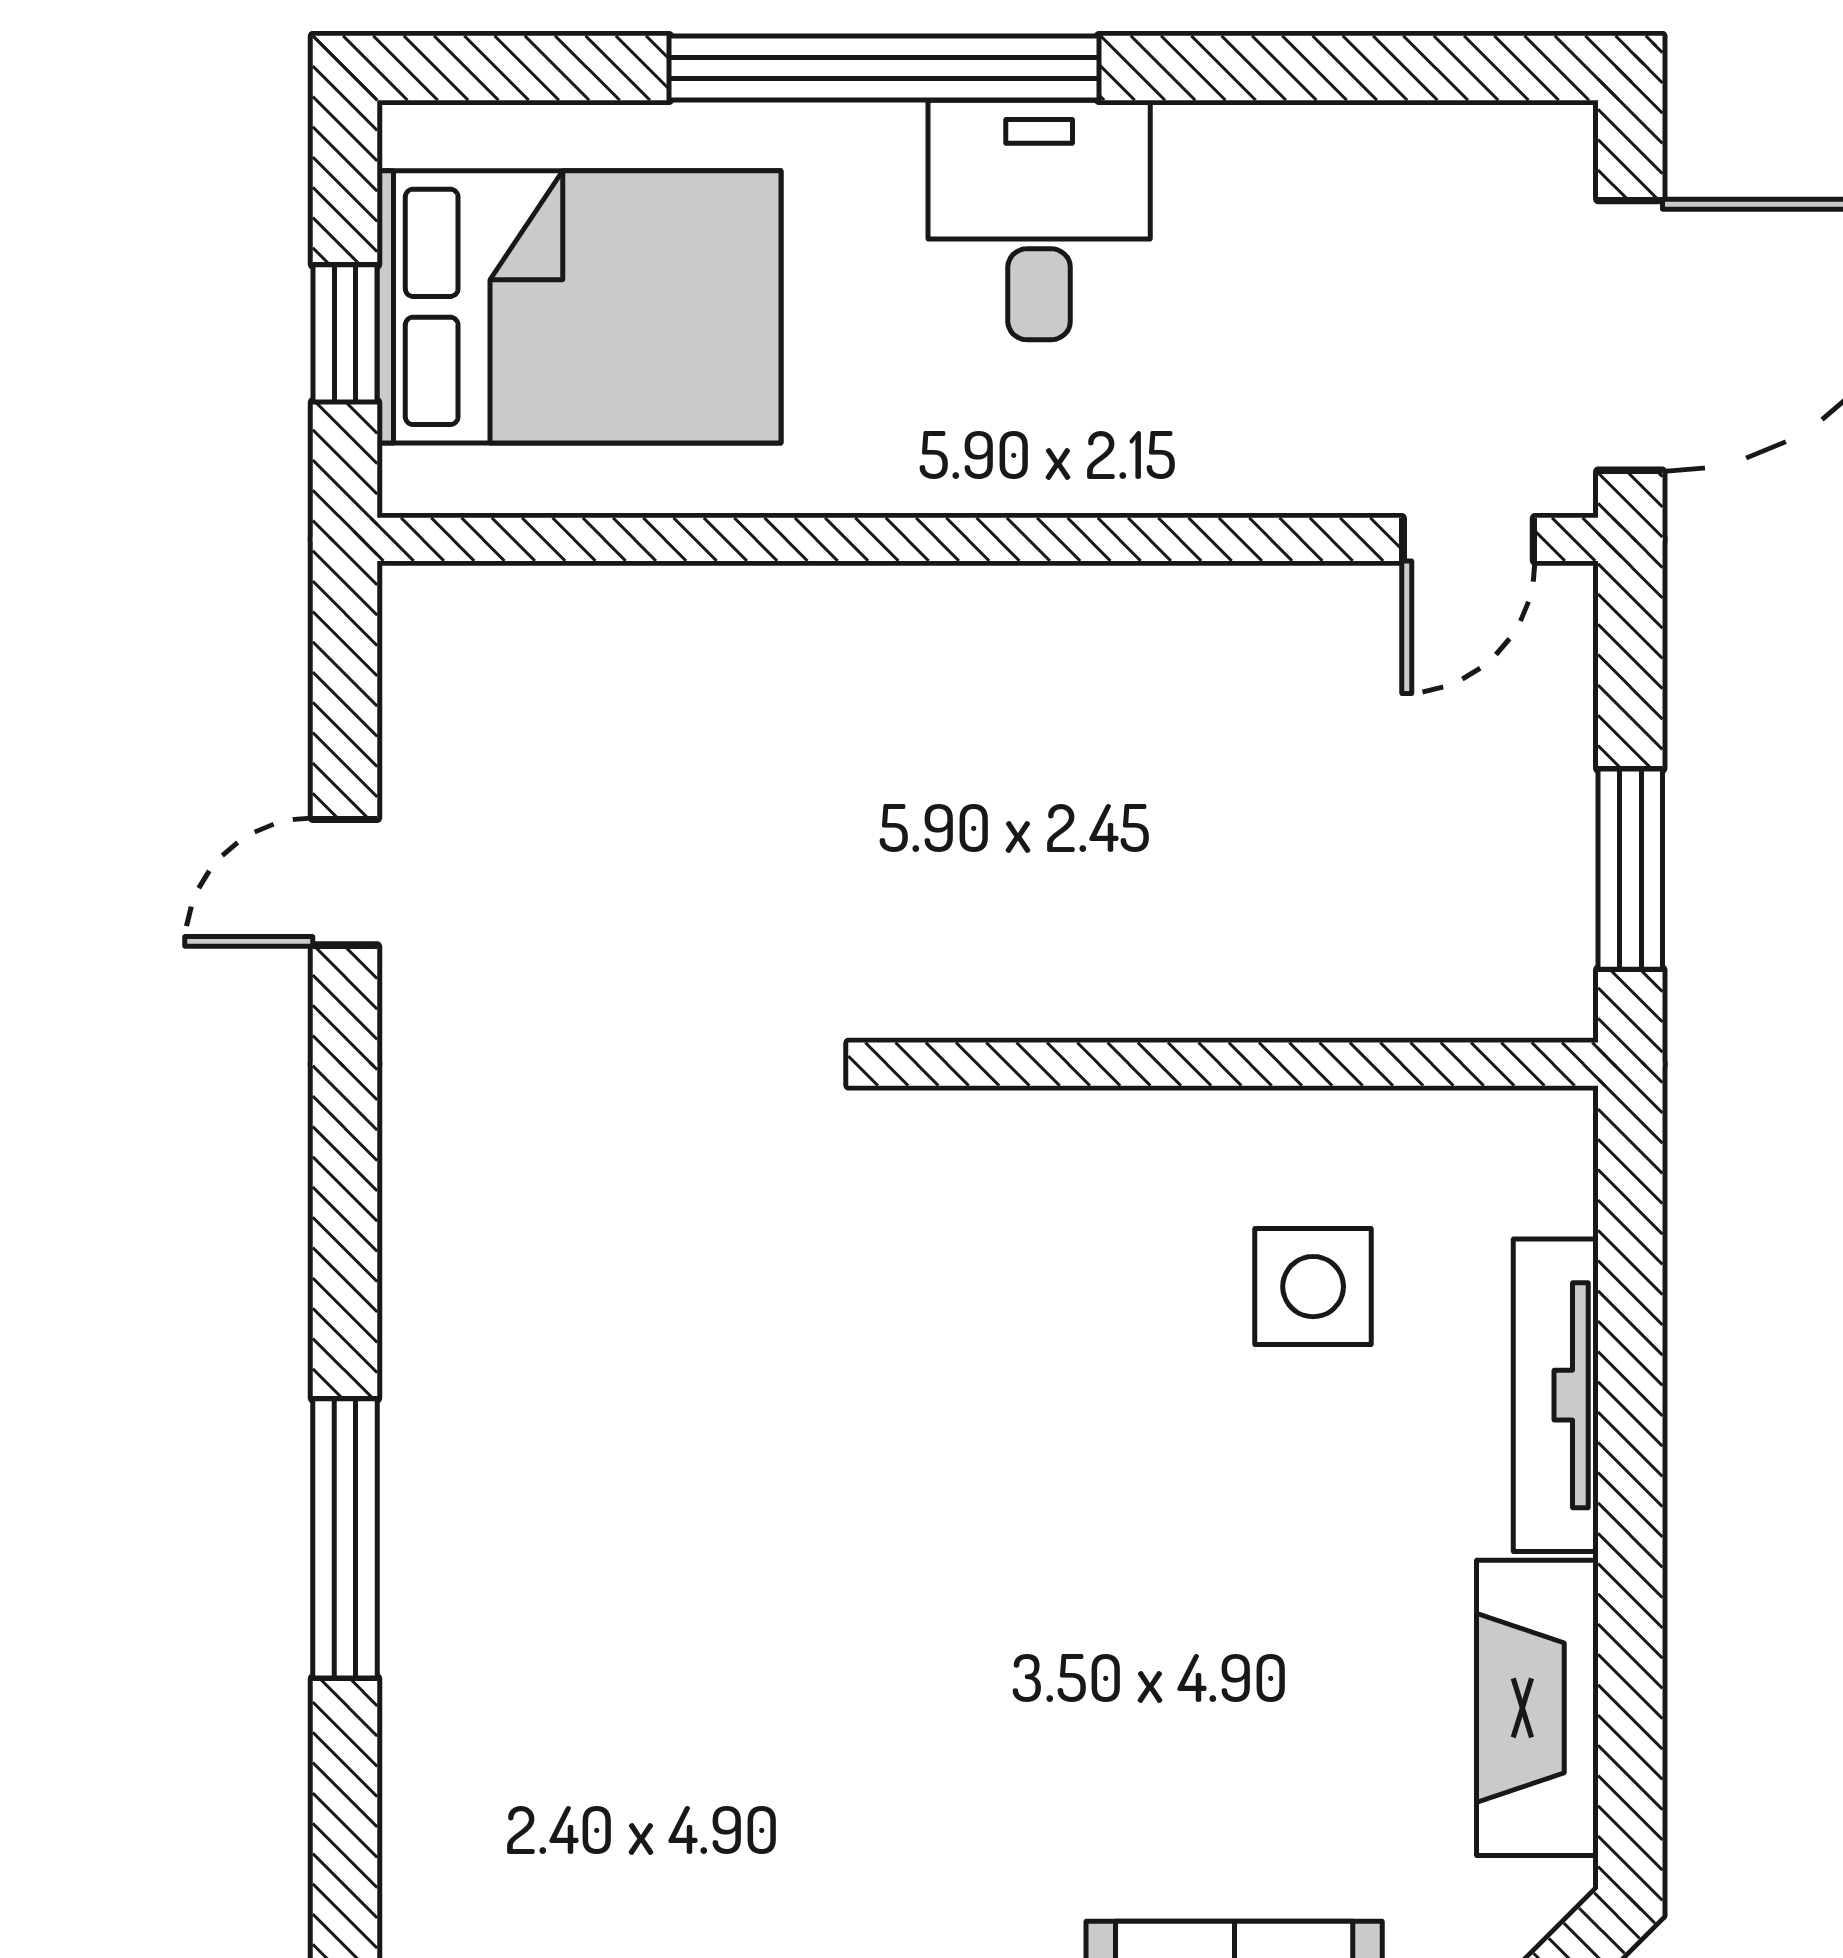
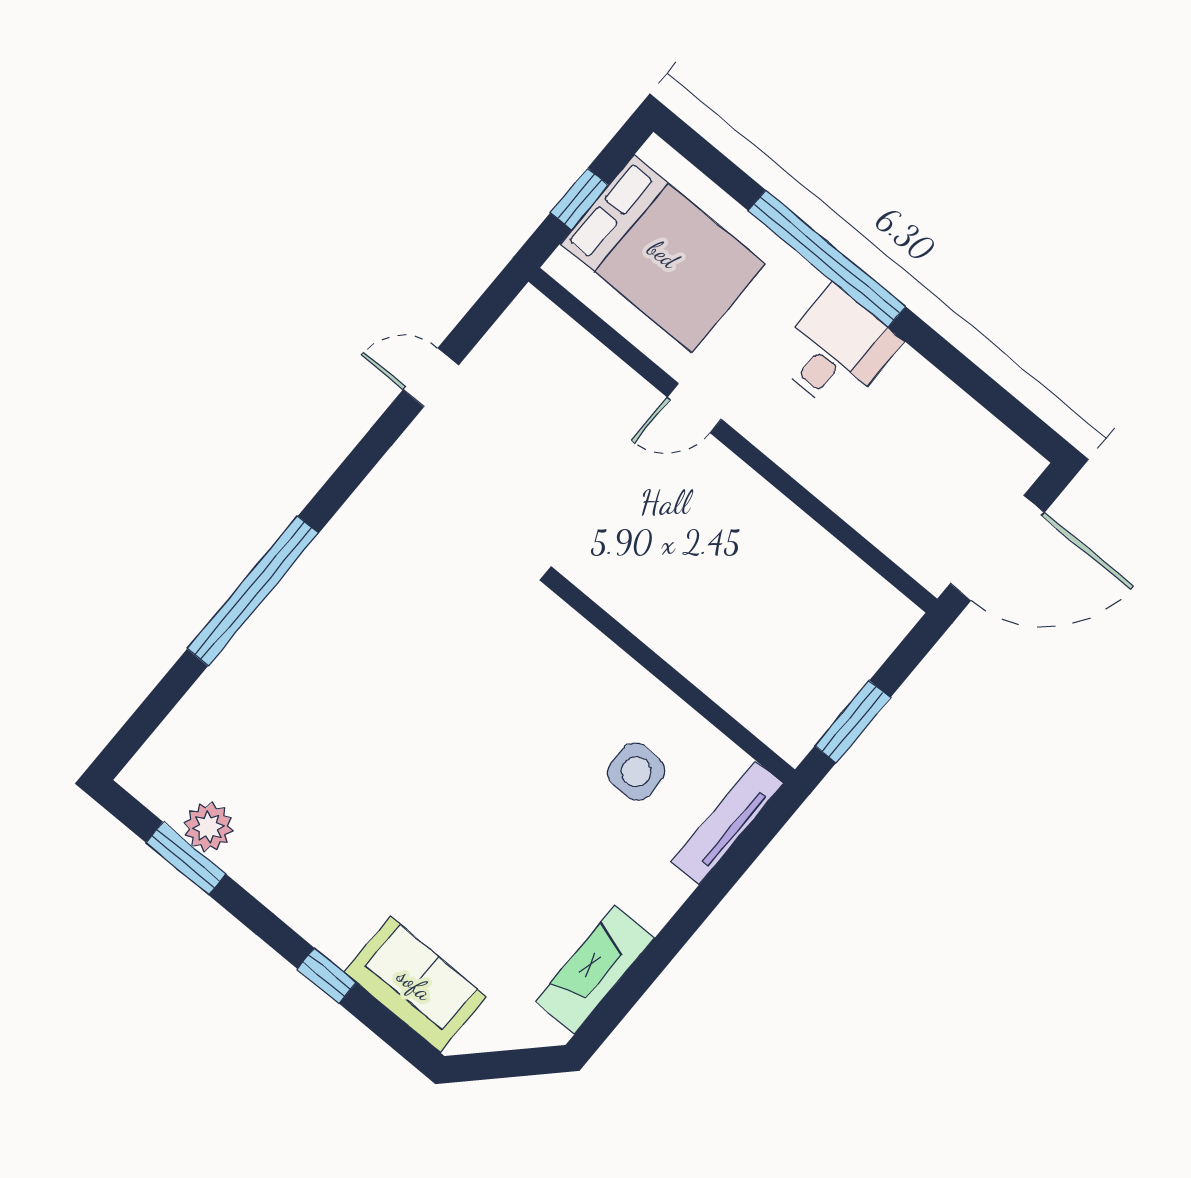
door: (1468, 539) -> (694, 408), moved
tv unit: (1556, 1395) -> (727, 823), moved
window: (345, 1538) -> (253, 591), width x1.46

